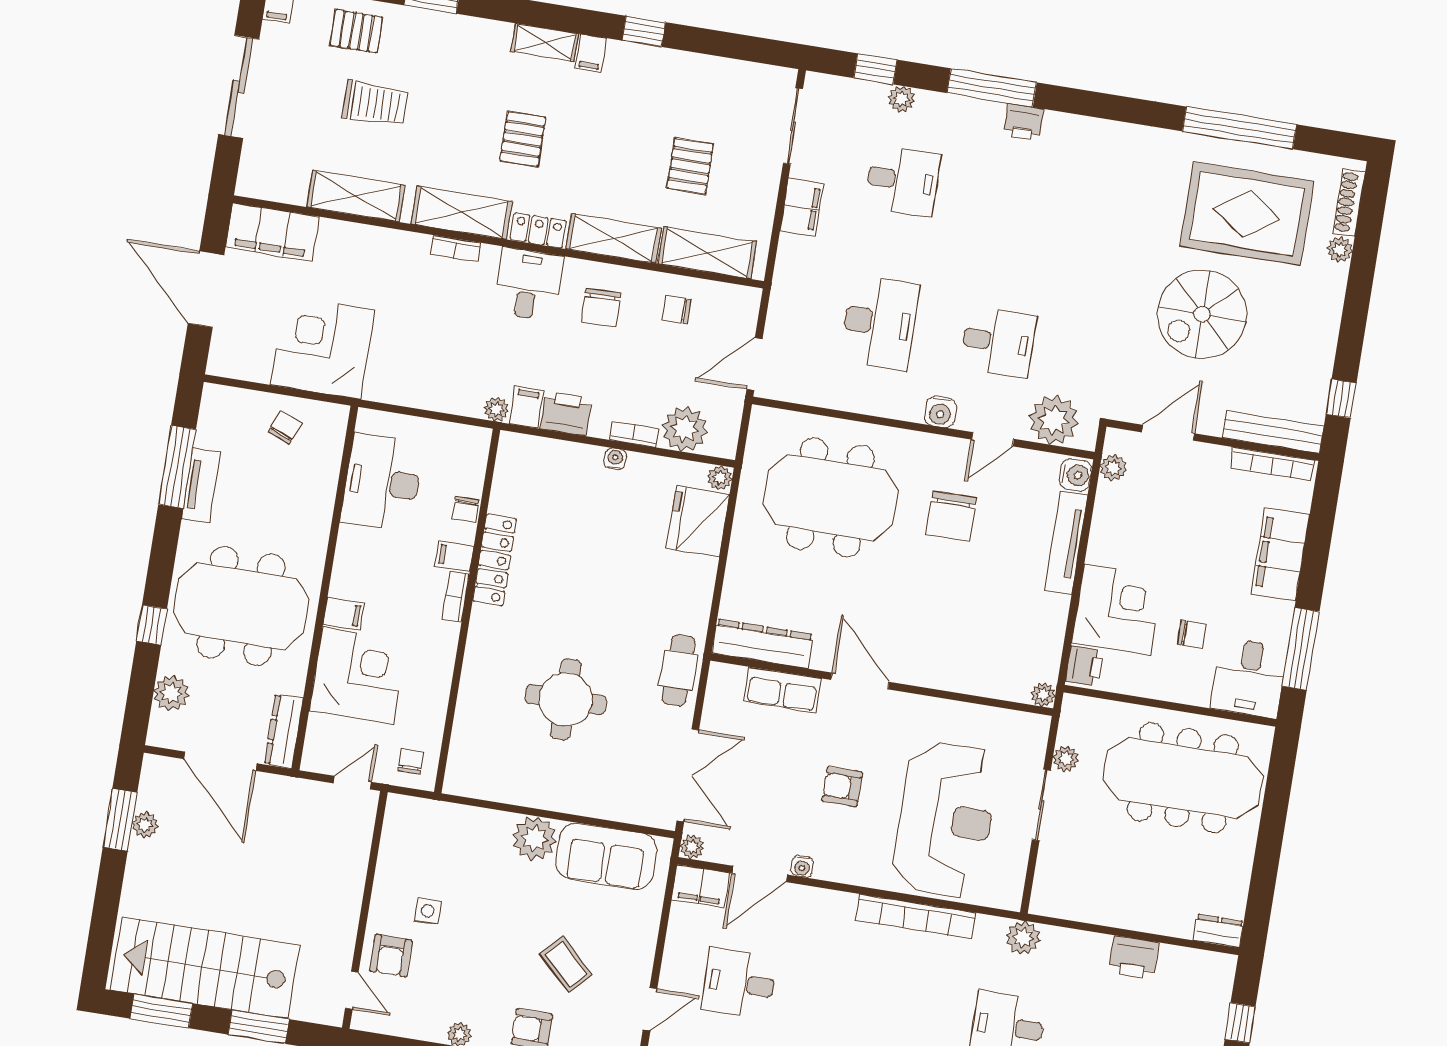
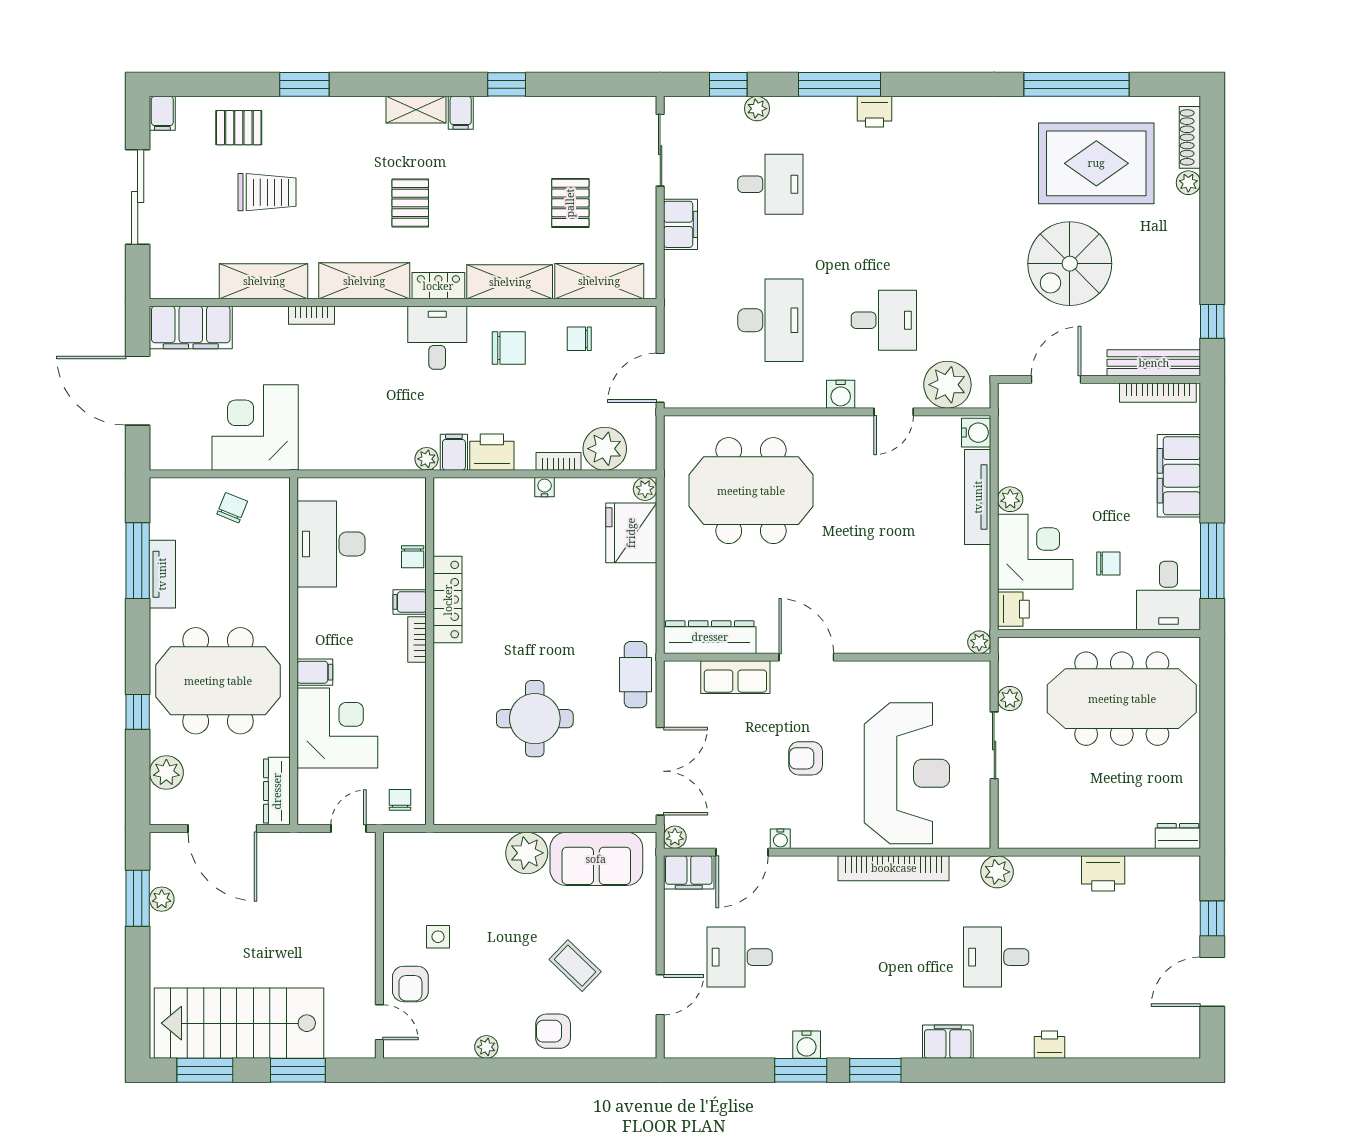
bookcase: (455, 248) -> (311, 315), moved
chair: (601, 307) -> (509, 348), turned -88
plant: (1113, 468) -> (1010, 499), moved
chair: (951, 516) -> (866, 490), removed

